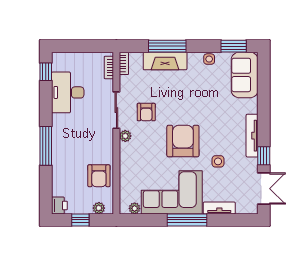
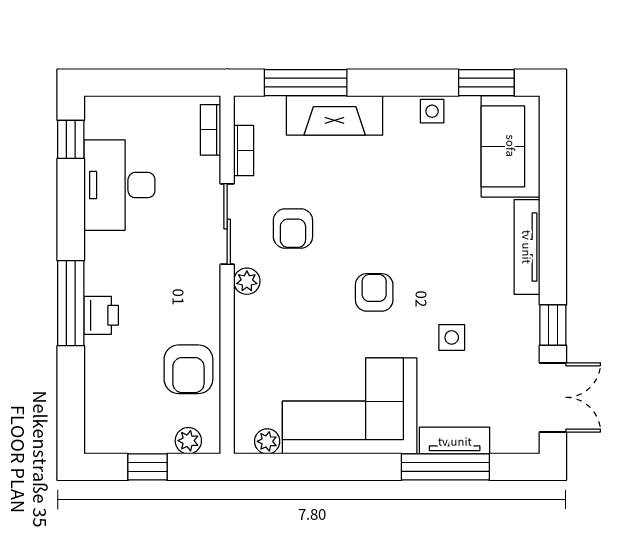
window: (167, 46) -> (306, 83), moved
bookcase: (124, 63) -> (244, 151), moved
tv unit: (252, 136) -> (527, 247), moved
armchair: (183, 141) -> (374, 292), width x0.53, depth x0.53
printer: (59, 205) -> (101, 315), moved
window: (187, 220) -> (445, 467), moved

